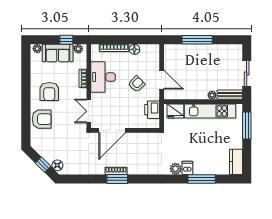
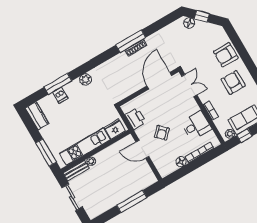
desk: (103, 77) -> (196, 126), width x0.73
dishwasher: (187, 168) -> (60, 95), moved
window: (117, 179) -> (131, 41), width x1.44

